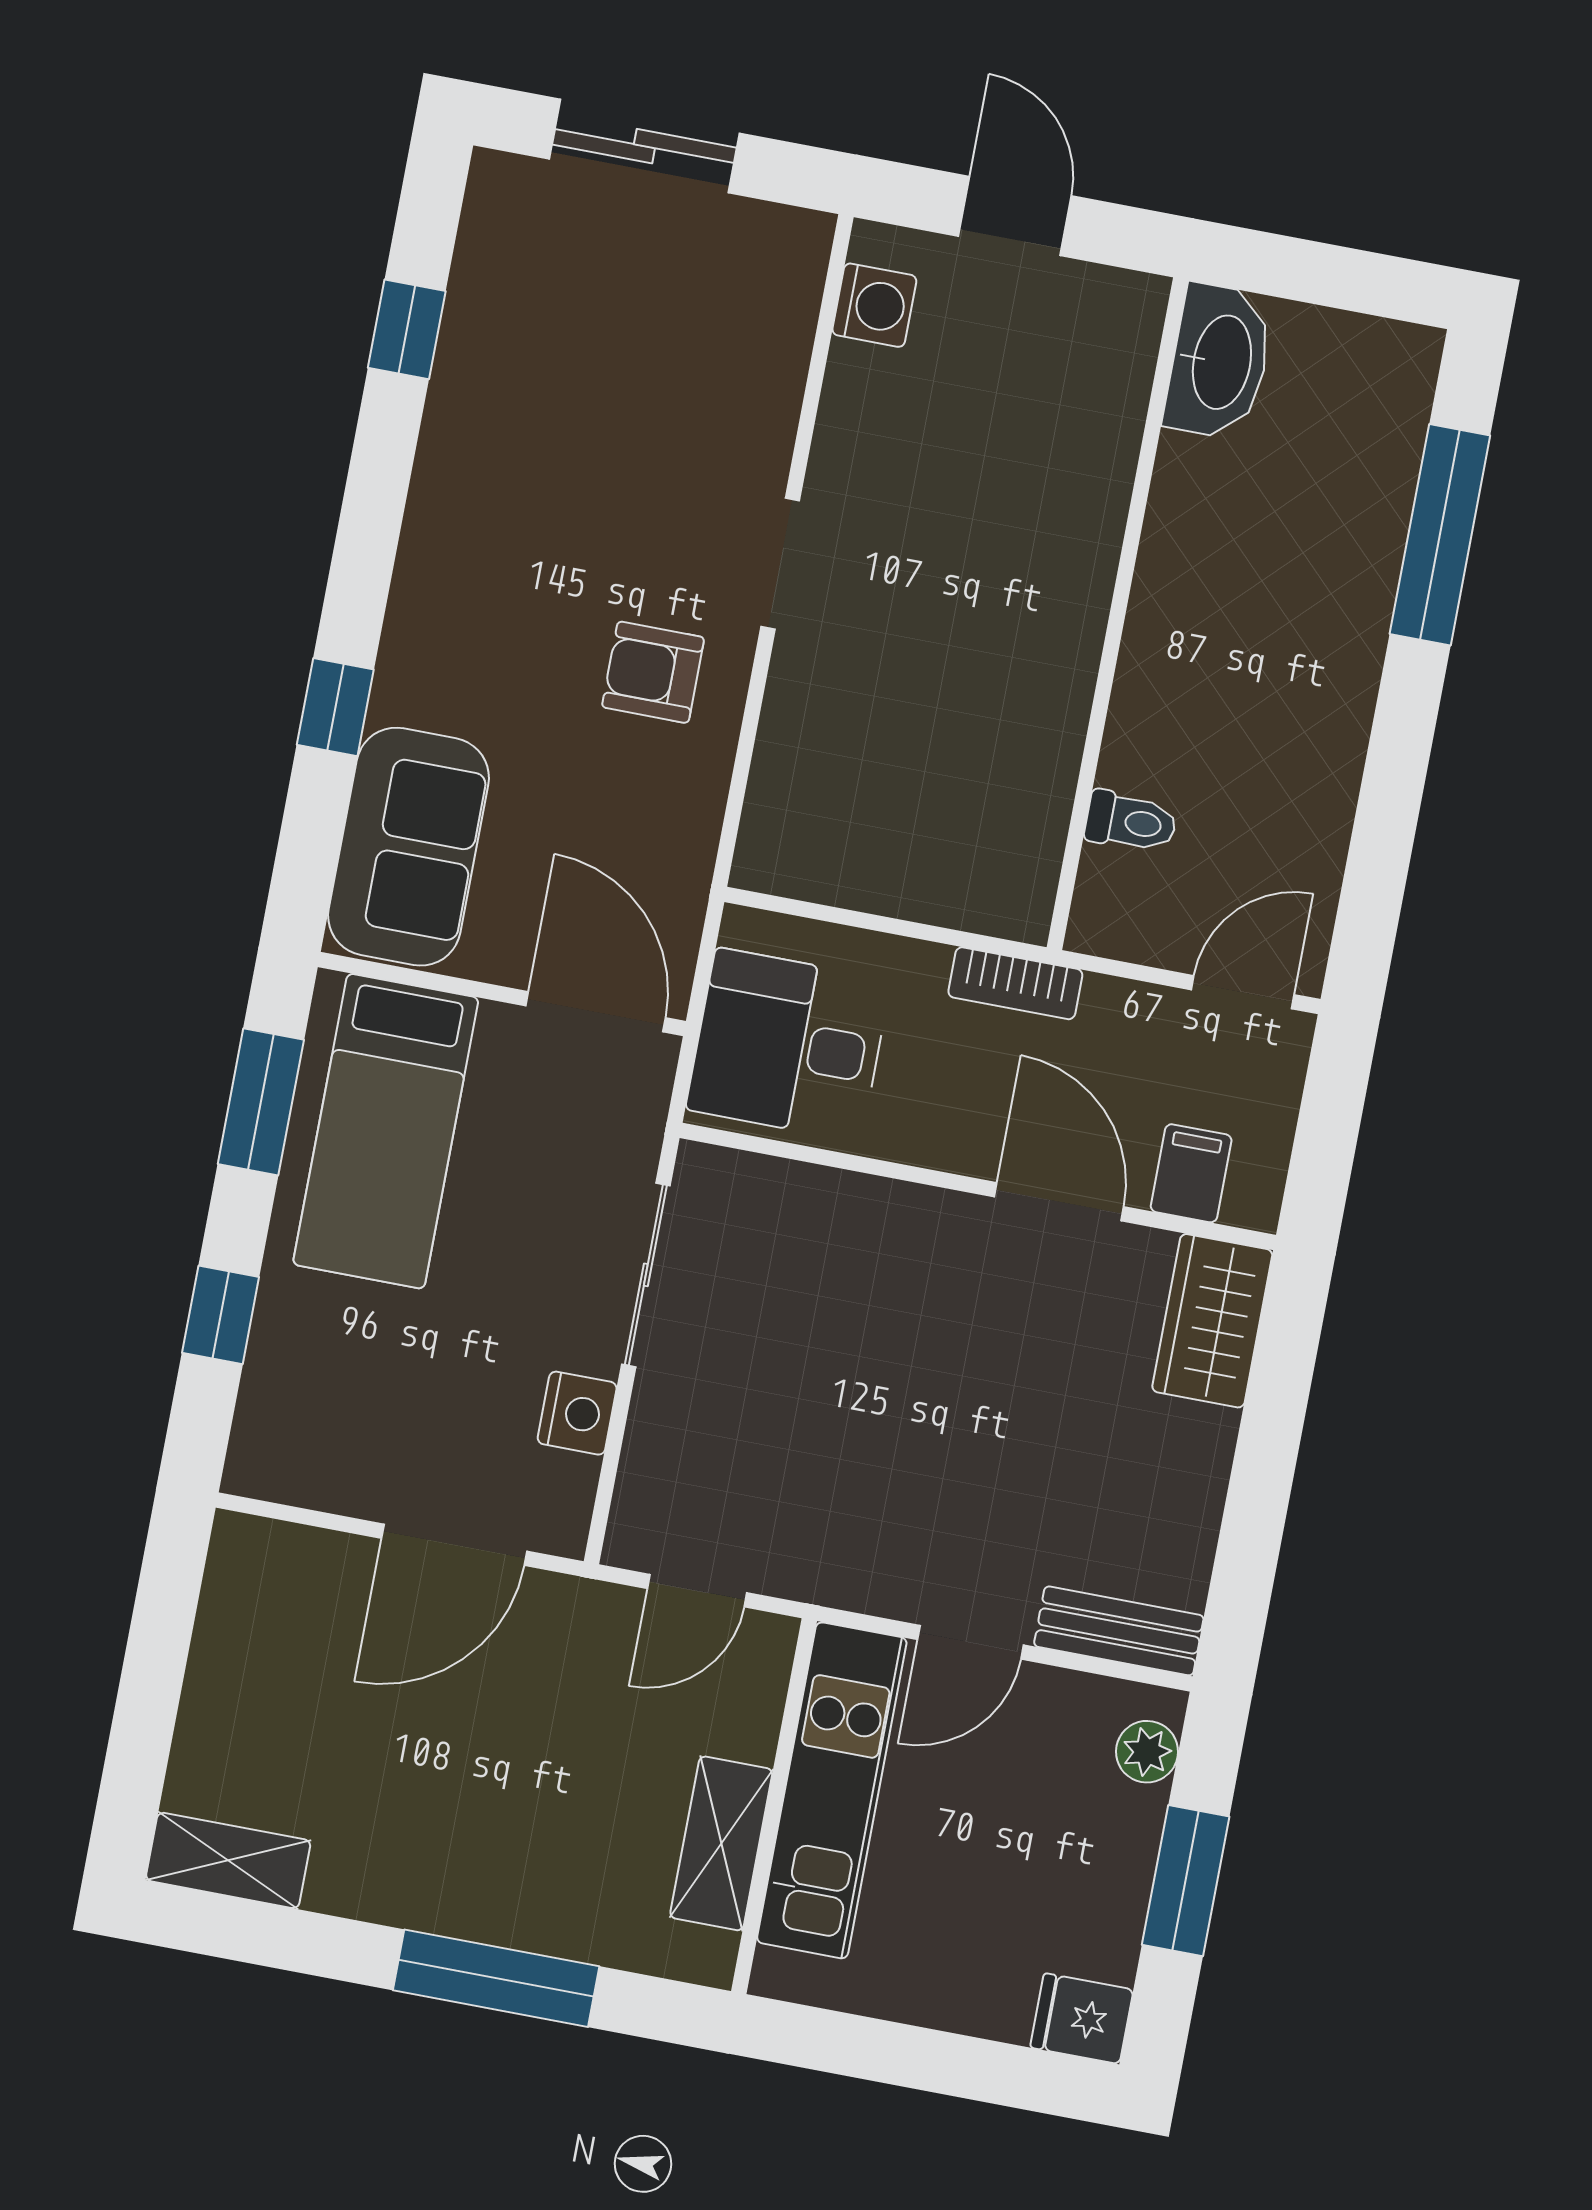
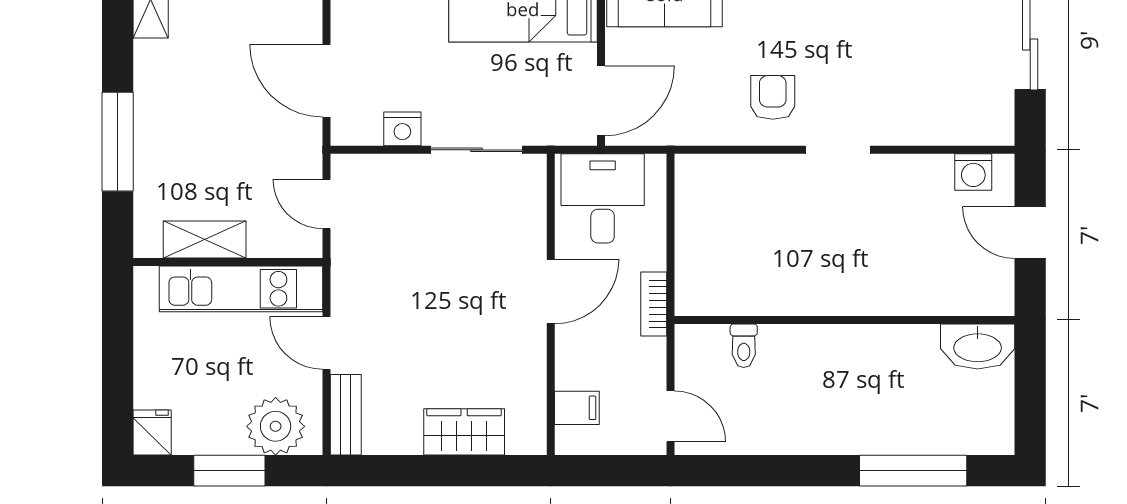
door: (1015, 216) -> (1030, 233), swing flipped
door: (1059, 1202) -> (551, 291), moved
wardrobe: (1212, 1321) -> (464, 432), moved
plant: (1147, 1752) -> (276, 426), width x1.88, depth x1.88

